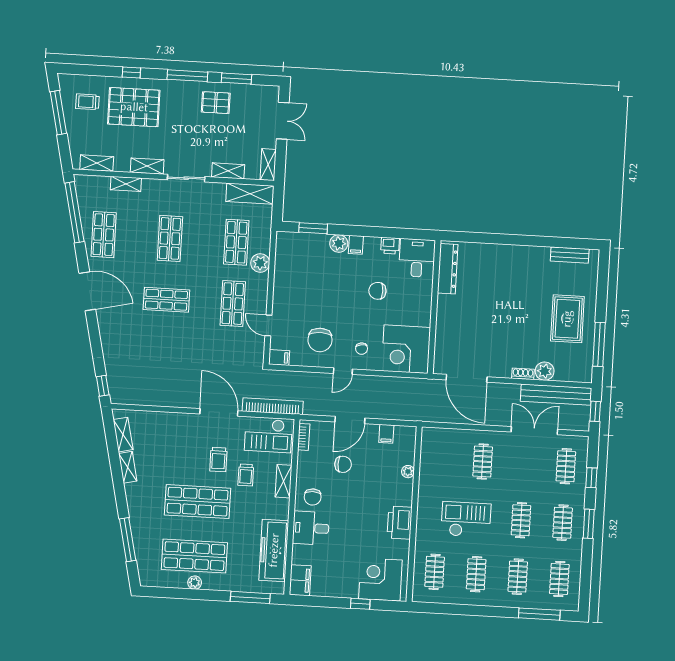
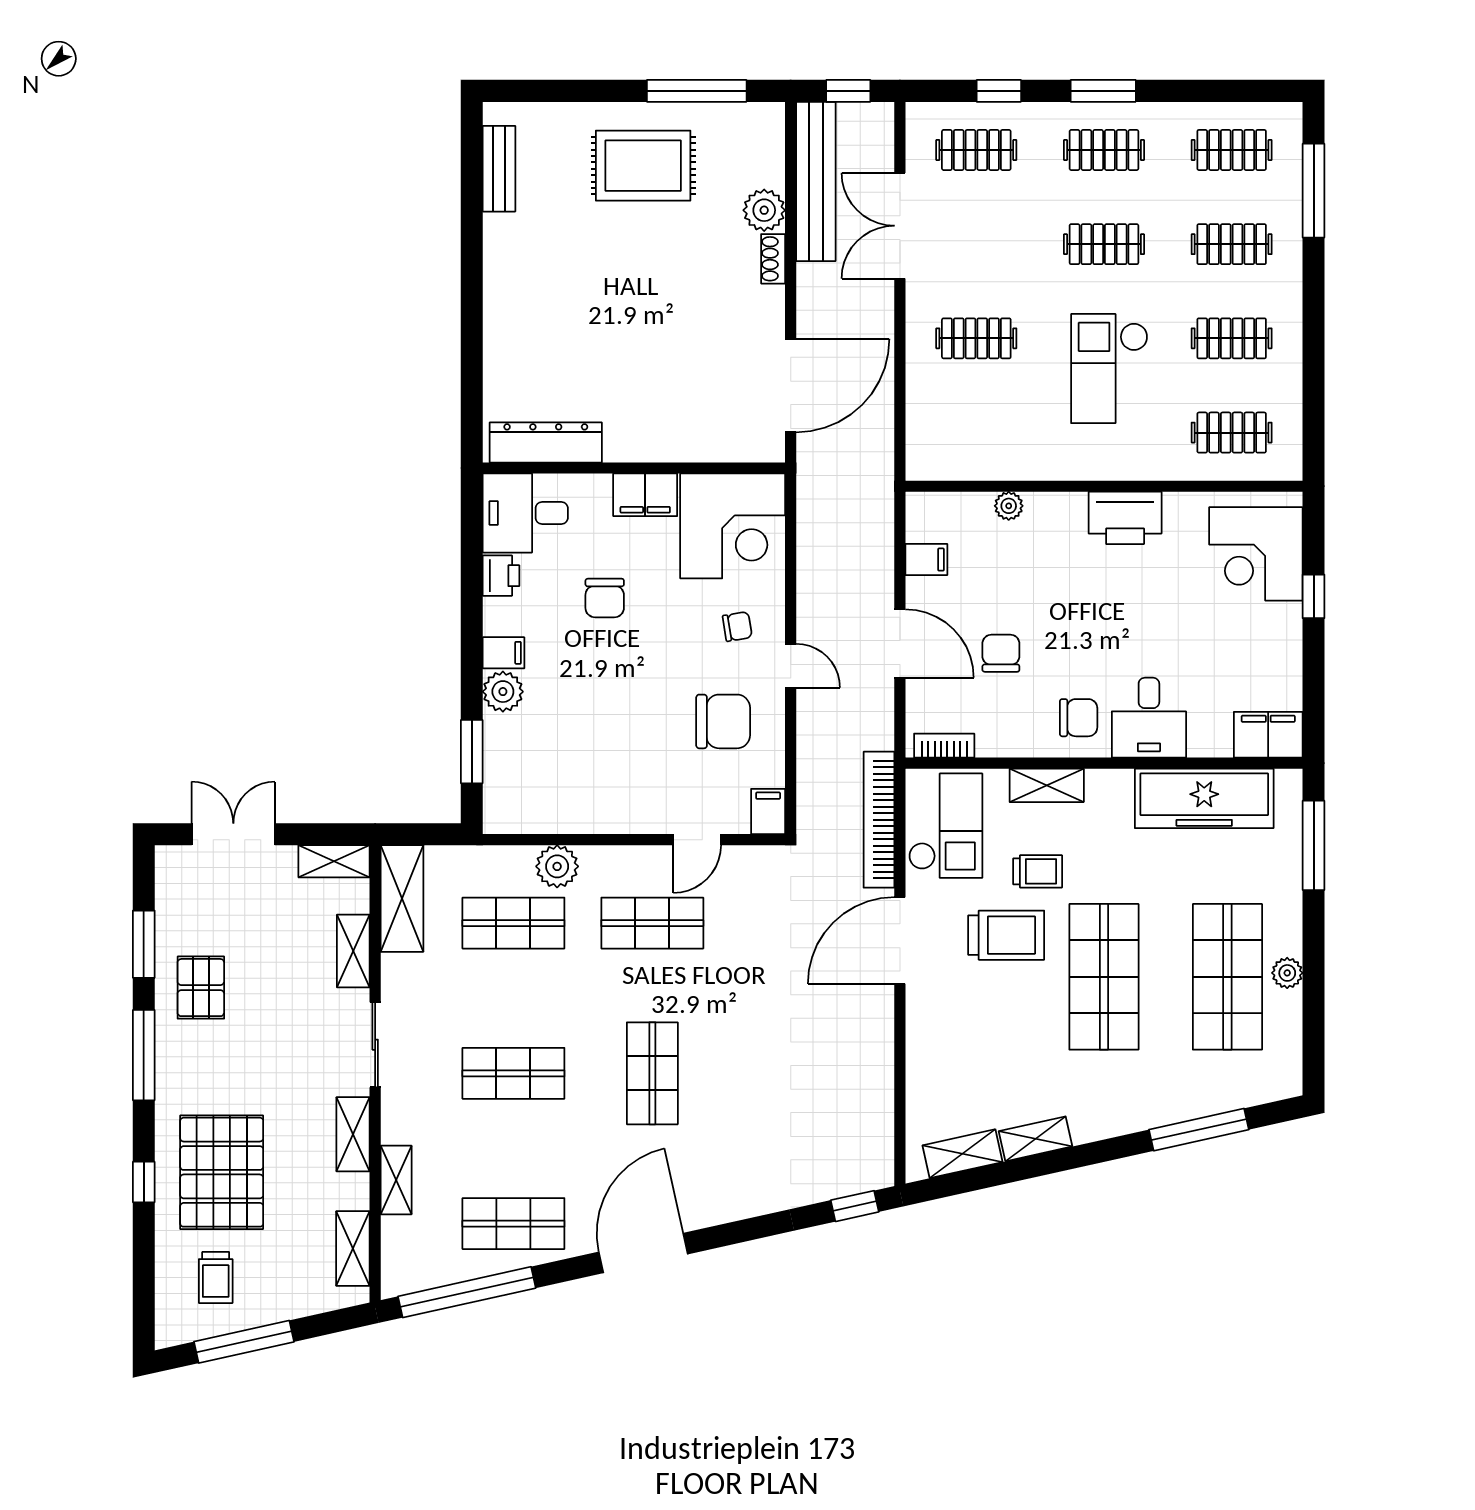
filing cabinet: (422, 311) -> (645, 495), added
trolley: (218, 459) -> (1006, 935), width x1.36, depth x1.39

